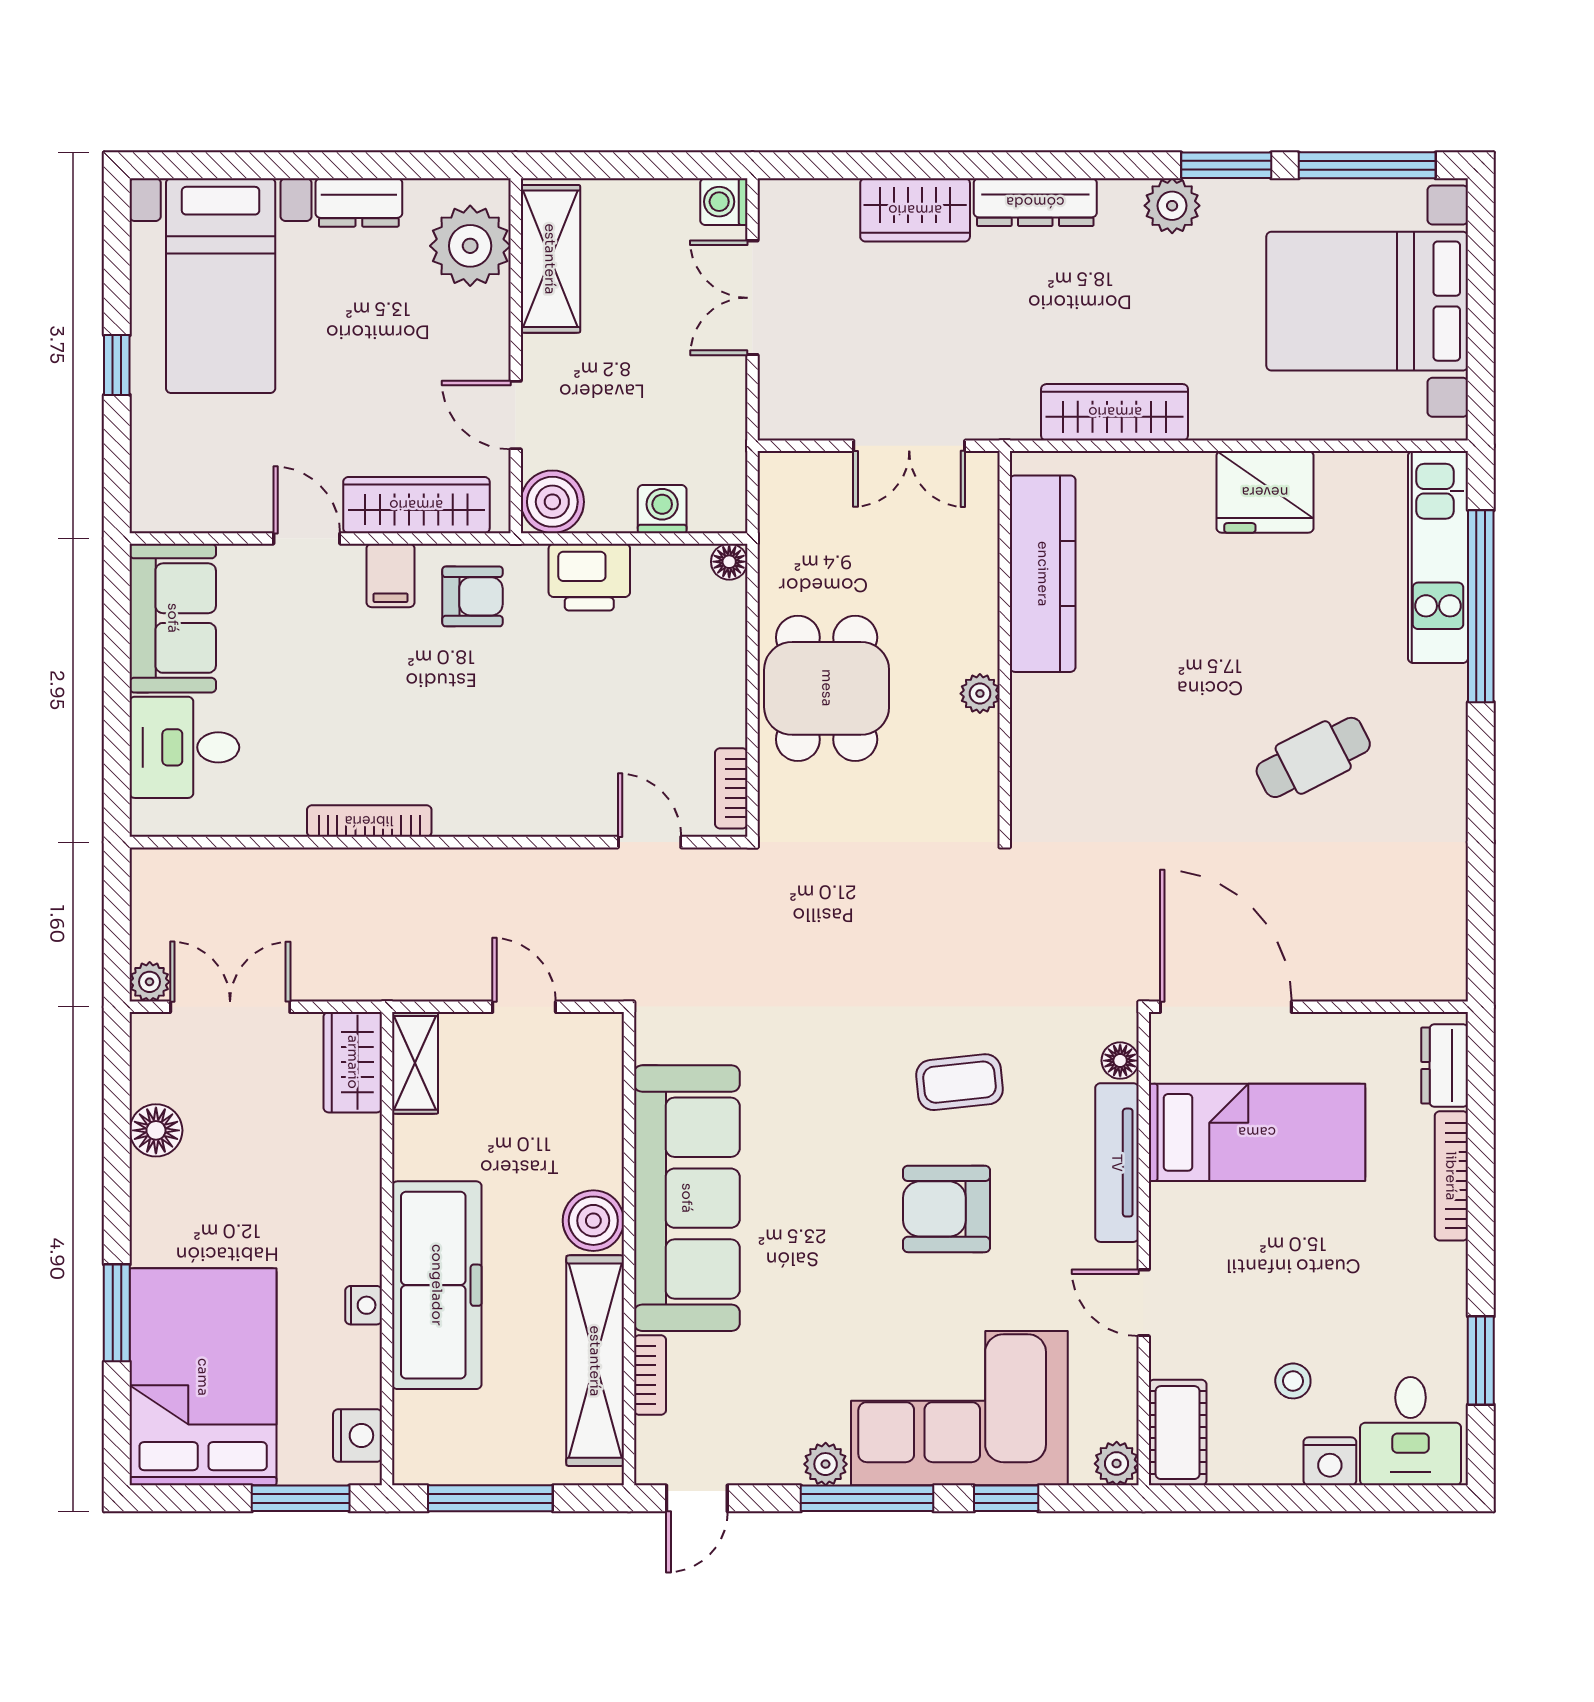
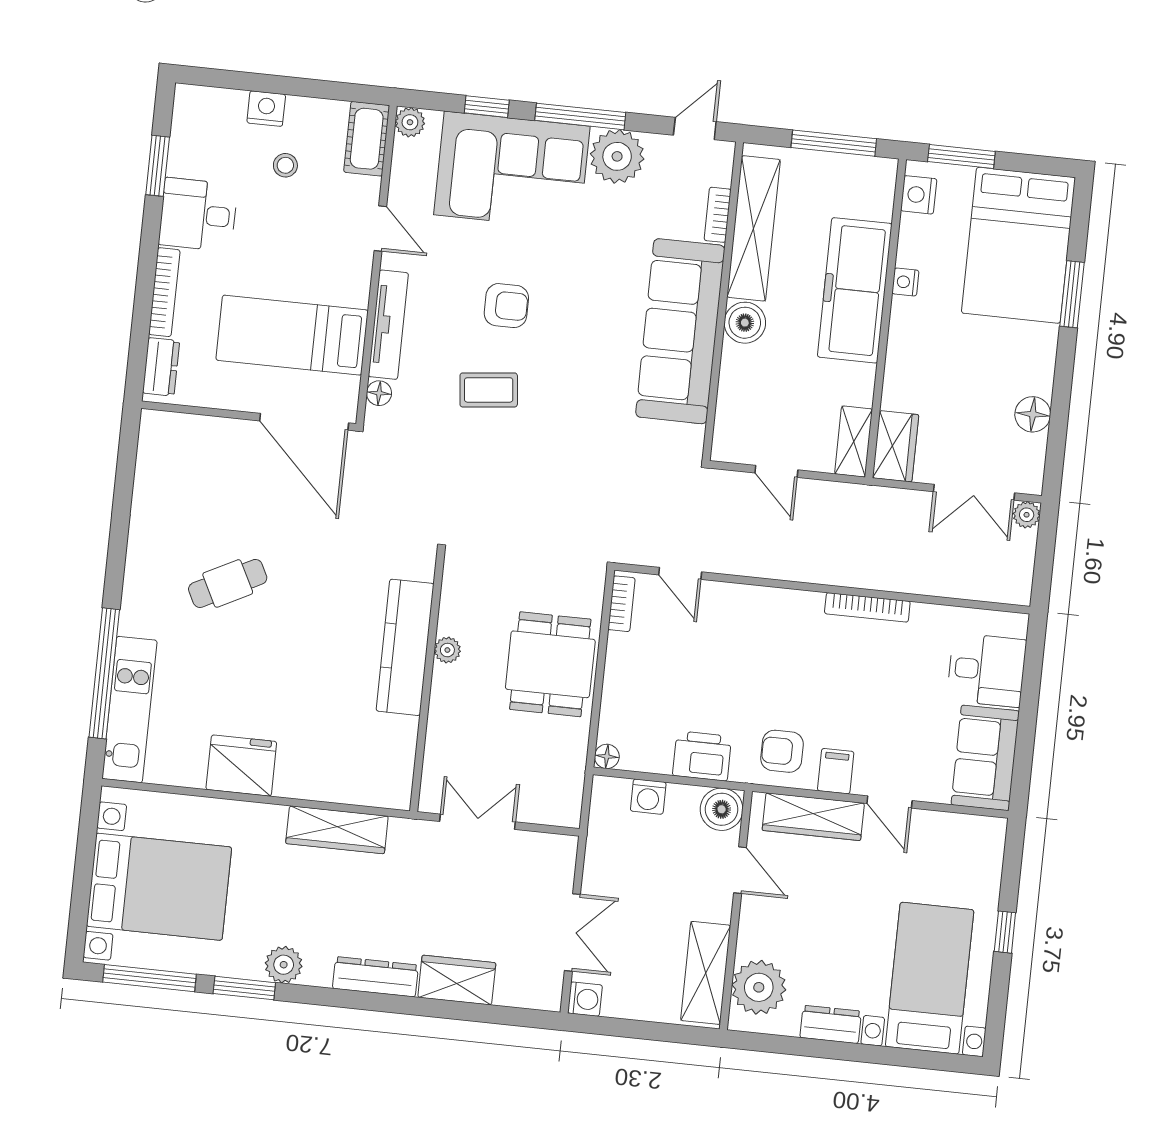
kitchen counter: (1043, 574) -> (405, 647), moved
armchair: (947, 1209) -> (506, 306), width x0.72, depth x0.72
desk: (1411, 1431) -> (198, 215), moved, turned -90
plant: (826, 1464) -> (617, 156), width x1.88, depth x1.88

